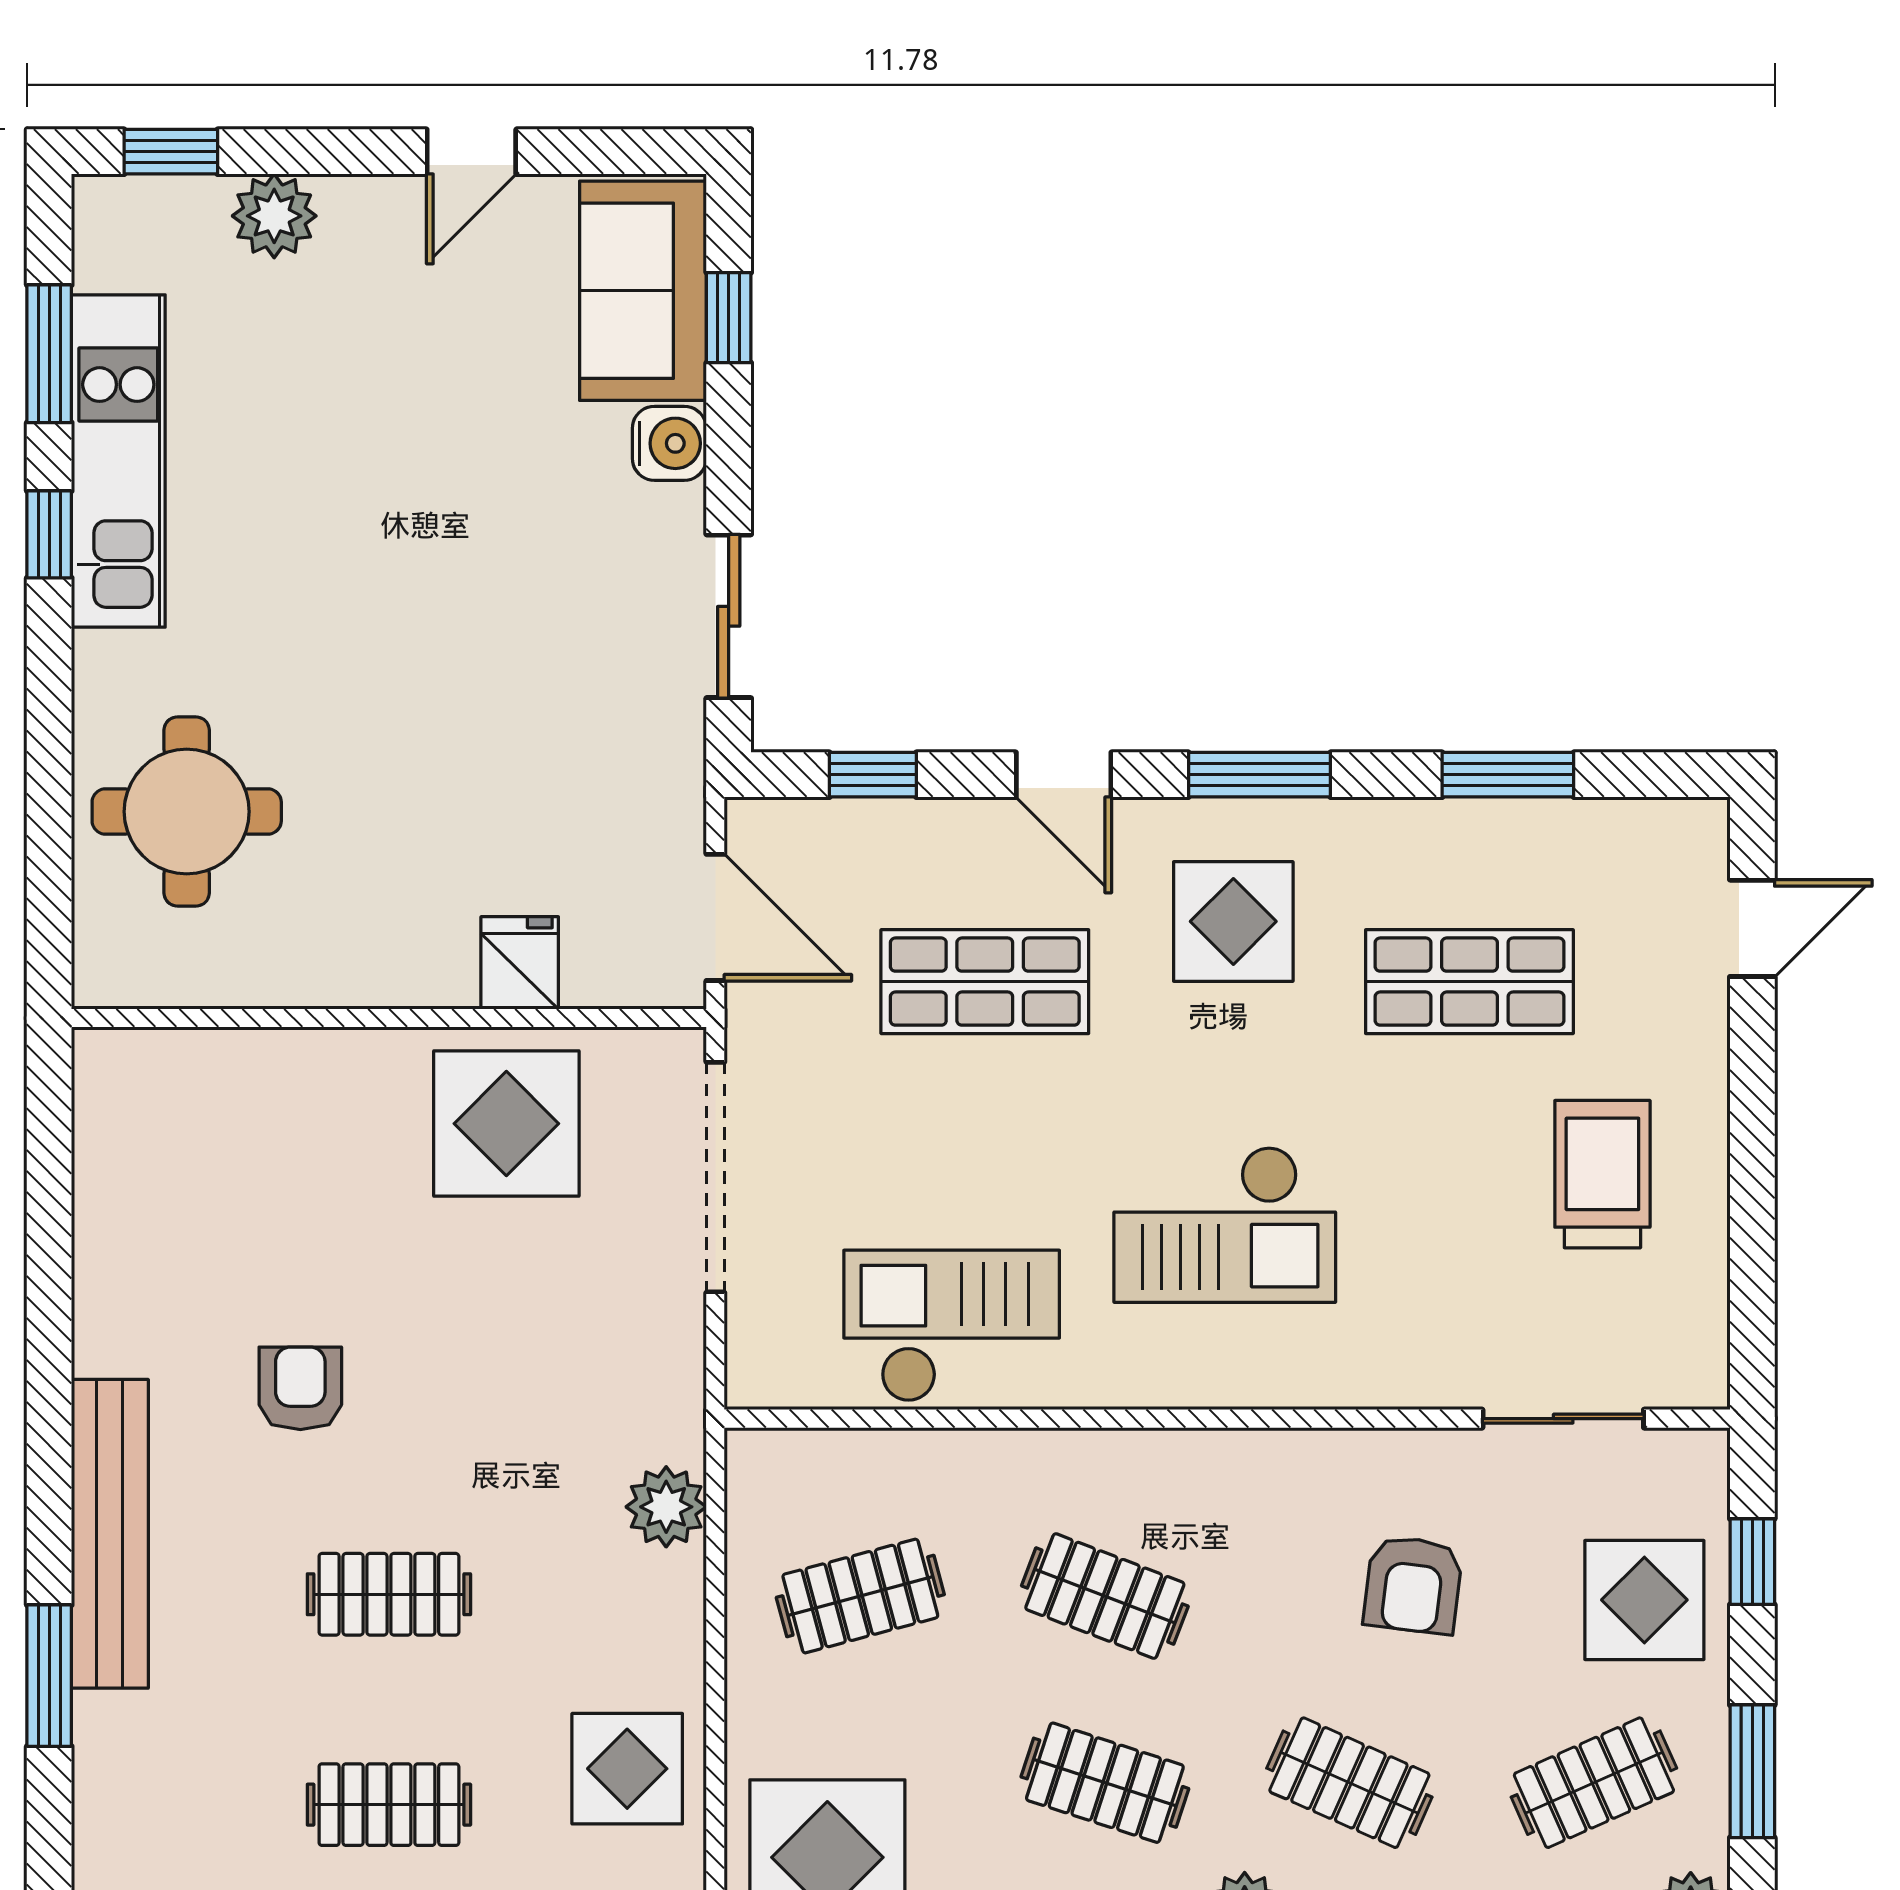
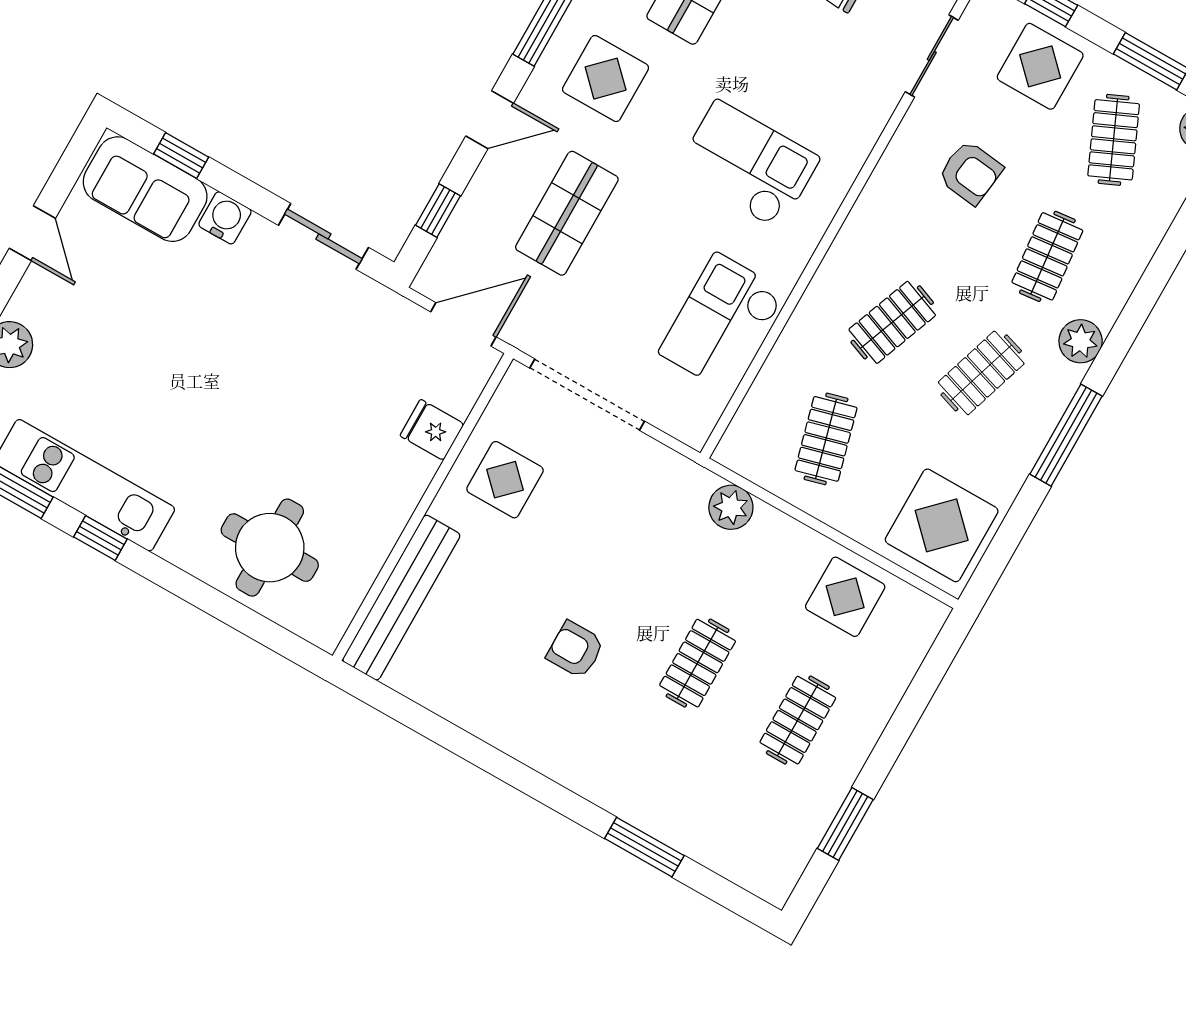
display table: (506, 1124) -> (505, 480), width x0.73, depth x0.73
checkout: (1225, 1224) -> (748, 165), turned -90
bench: (110, 1534) -> (401, 598), moved, turned 90
clothes rail: (1349, 1783) -> (1047, 256), turned -30

